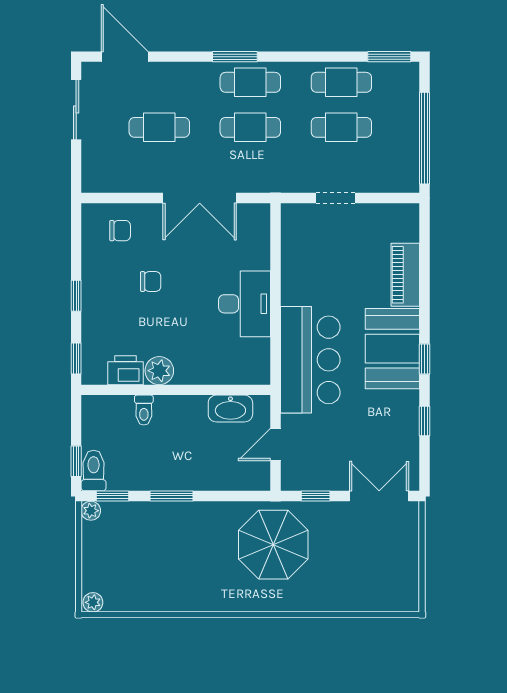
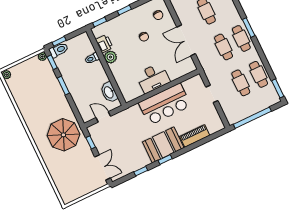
bar counter: (310, 360) -> (165, 104), moved

